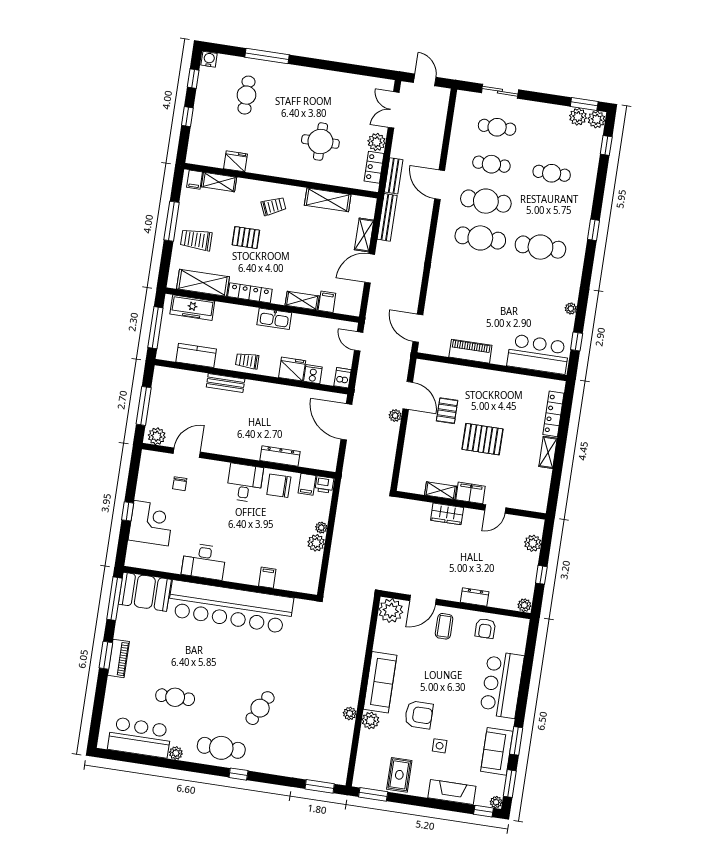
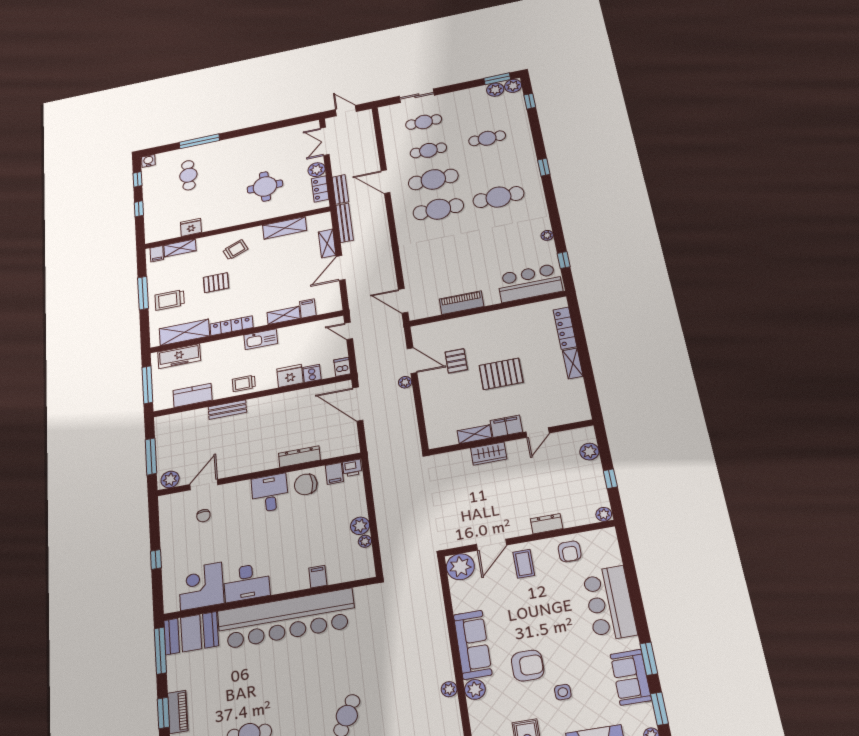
corner desk: (151, 523) -> (201, 586), moved, turned -90
plant: (321, 528) -> (365, 541), moved

